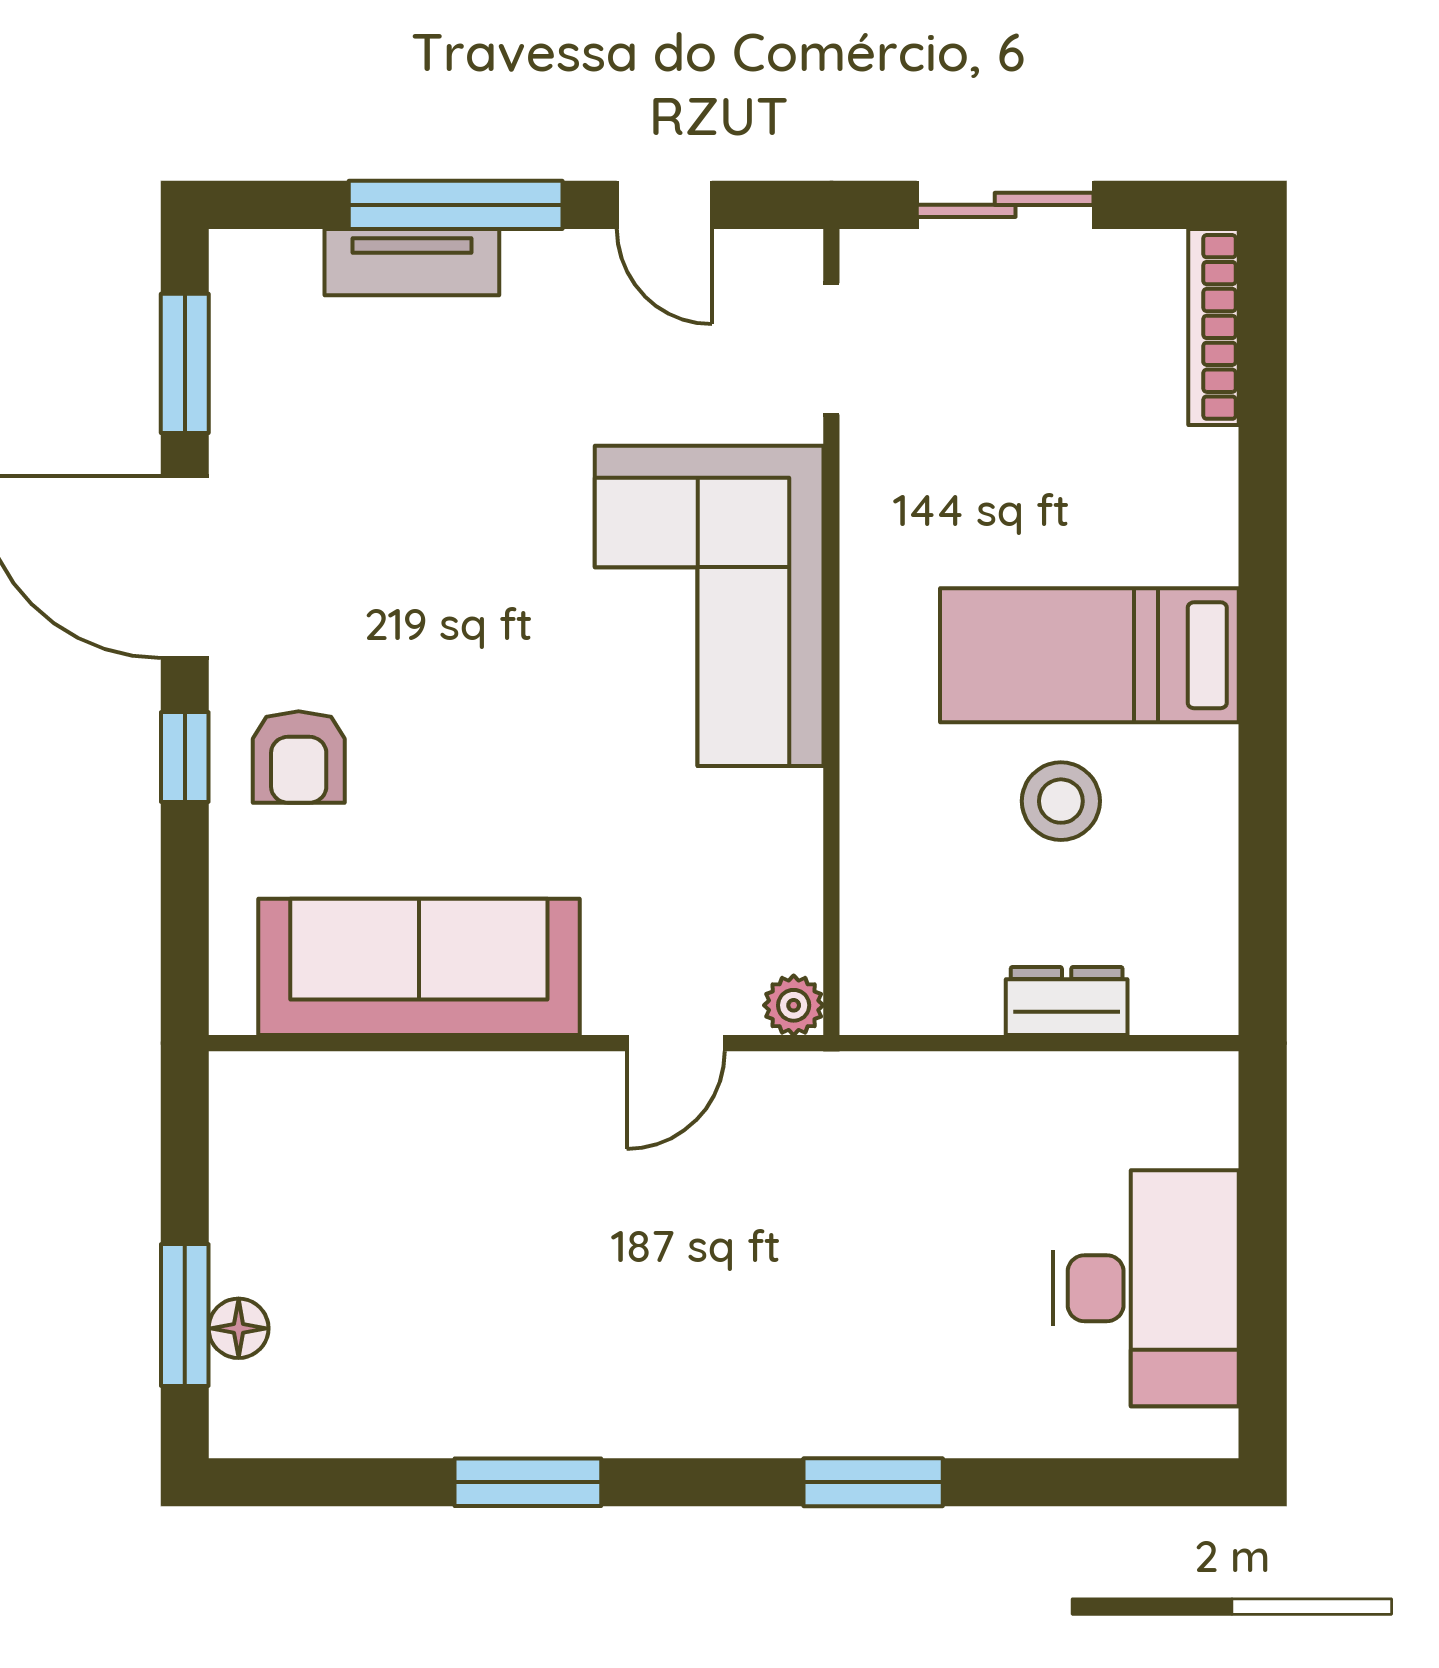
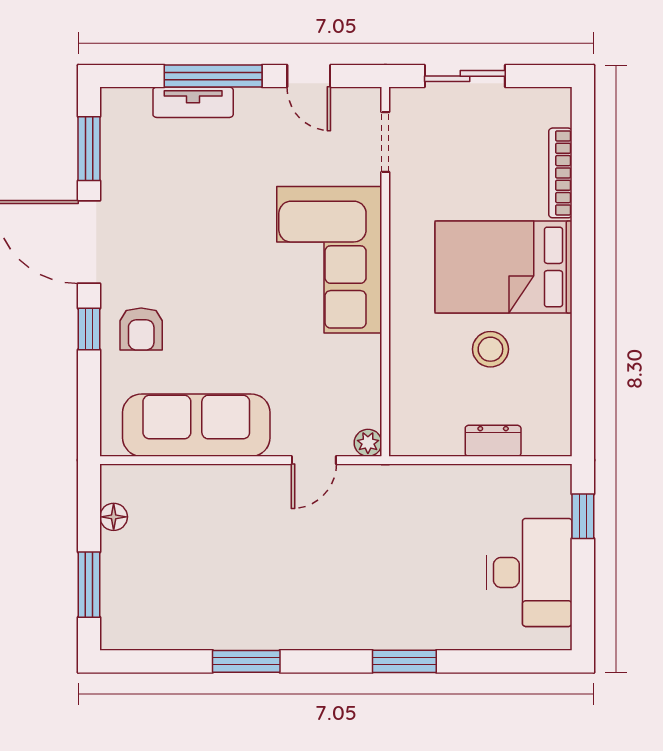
bookcase: (1213, 327) -> (560, 173), moved
bed: (1089, 655) -> (503, 267), width x1.50
window: (1263, 1166) -> (583, 516), added
floor lamp: (239, 1328) -> (114, 517), moved

